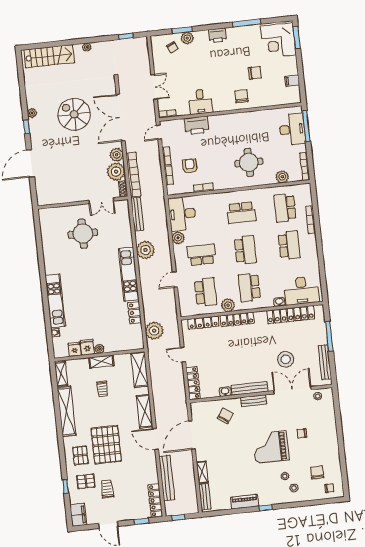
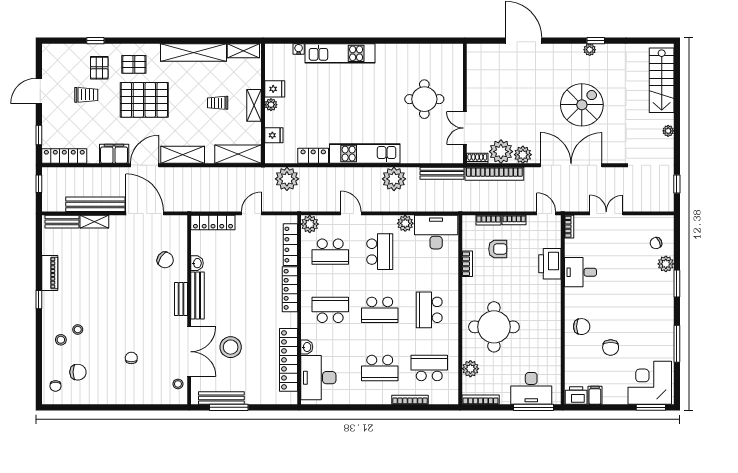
window: (182, 30) -> (677, 283), moved
printer: (217, 35) -> (576, 395), moved, turned 90
double door: (154, 87) -> (606, 213), swing flipped
window: (26, 127) -> (596, 41), moved
round table: (249, 162) -> (494, 327), width x1.36, depth x1.36
plant: (228, 305) -> (310, 224), moved
window: (329, 336) -> (229, 407), moved
fridge: (75, 349) -> (274, 135), moved
grand piano: (271, 447) -> (118, 315), removed
bench: (167, 478) -> (95, 204), moved
filing cabinet: (78, 515) -> (114, 154), moved, turned 180

